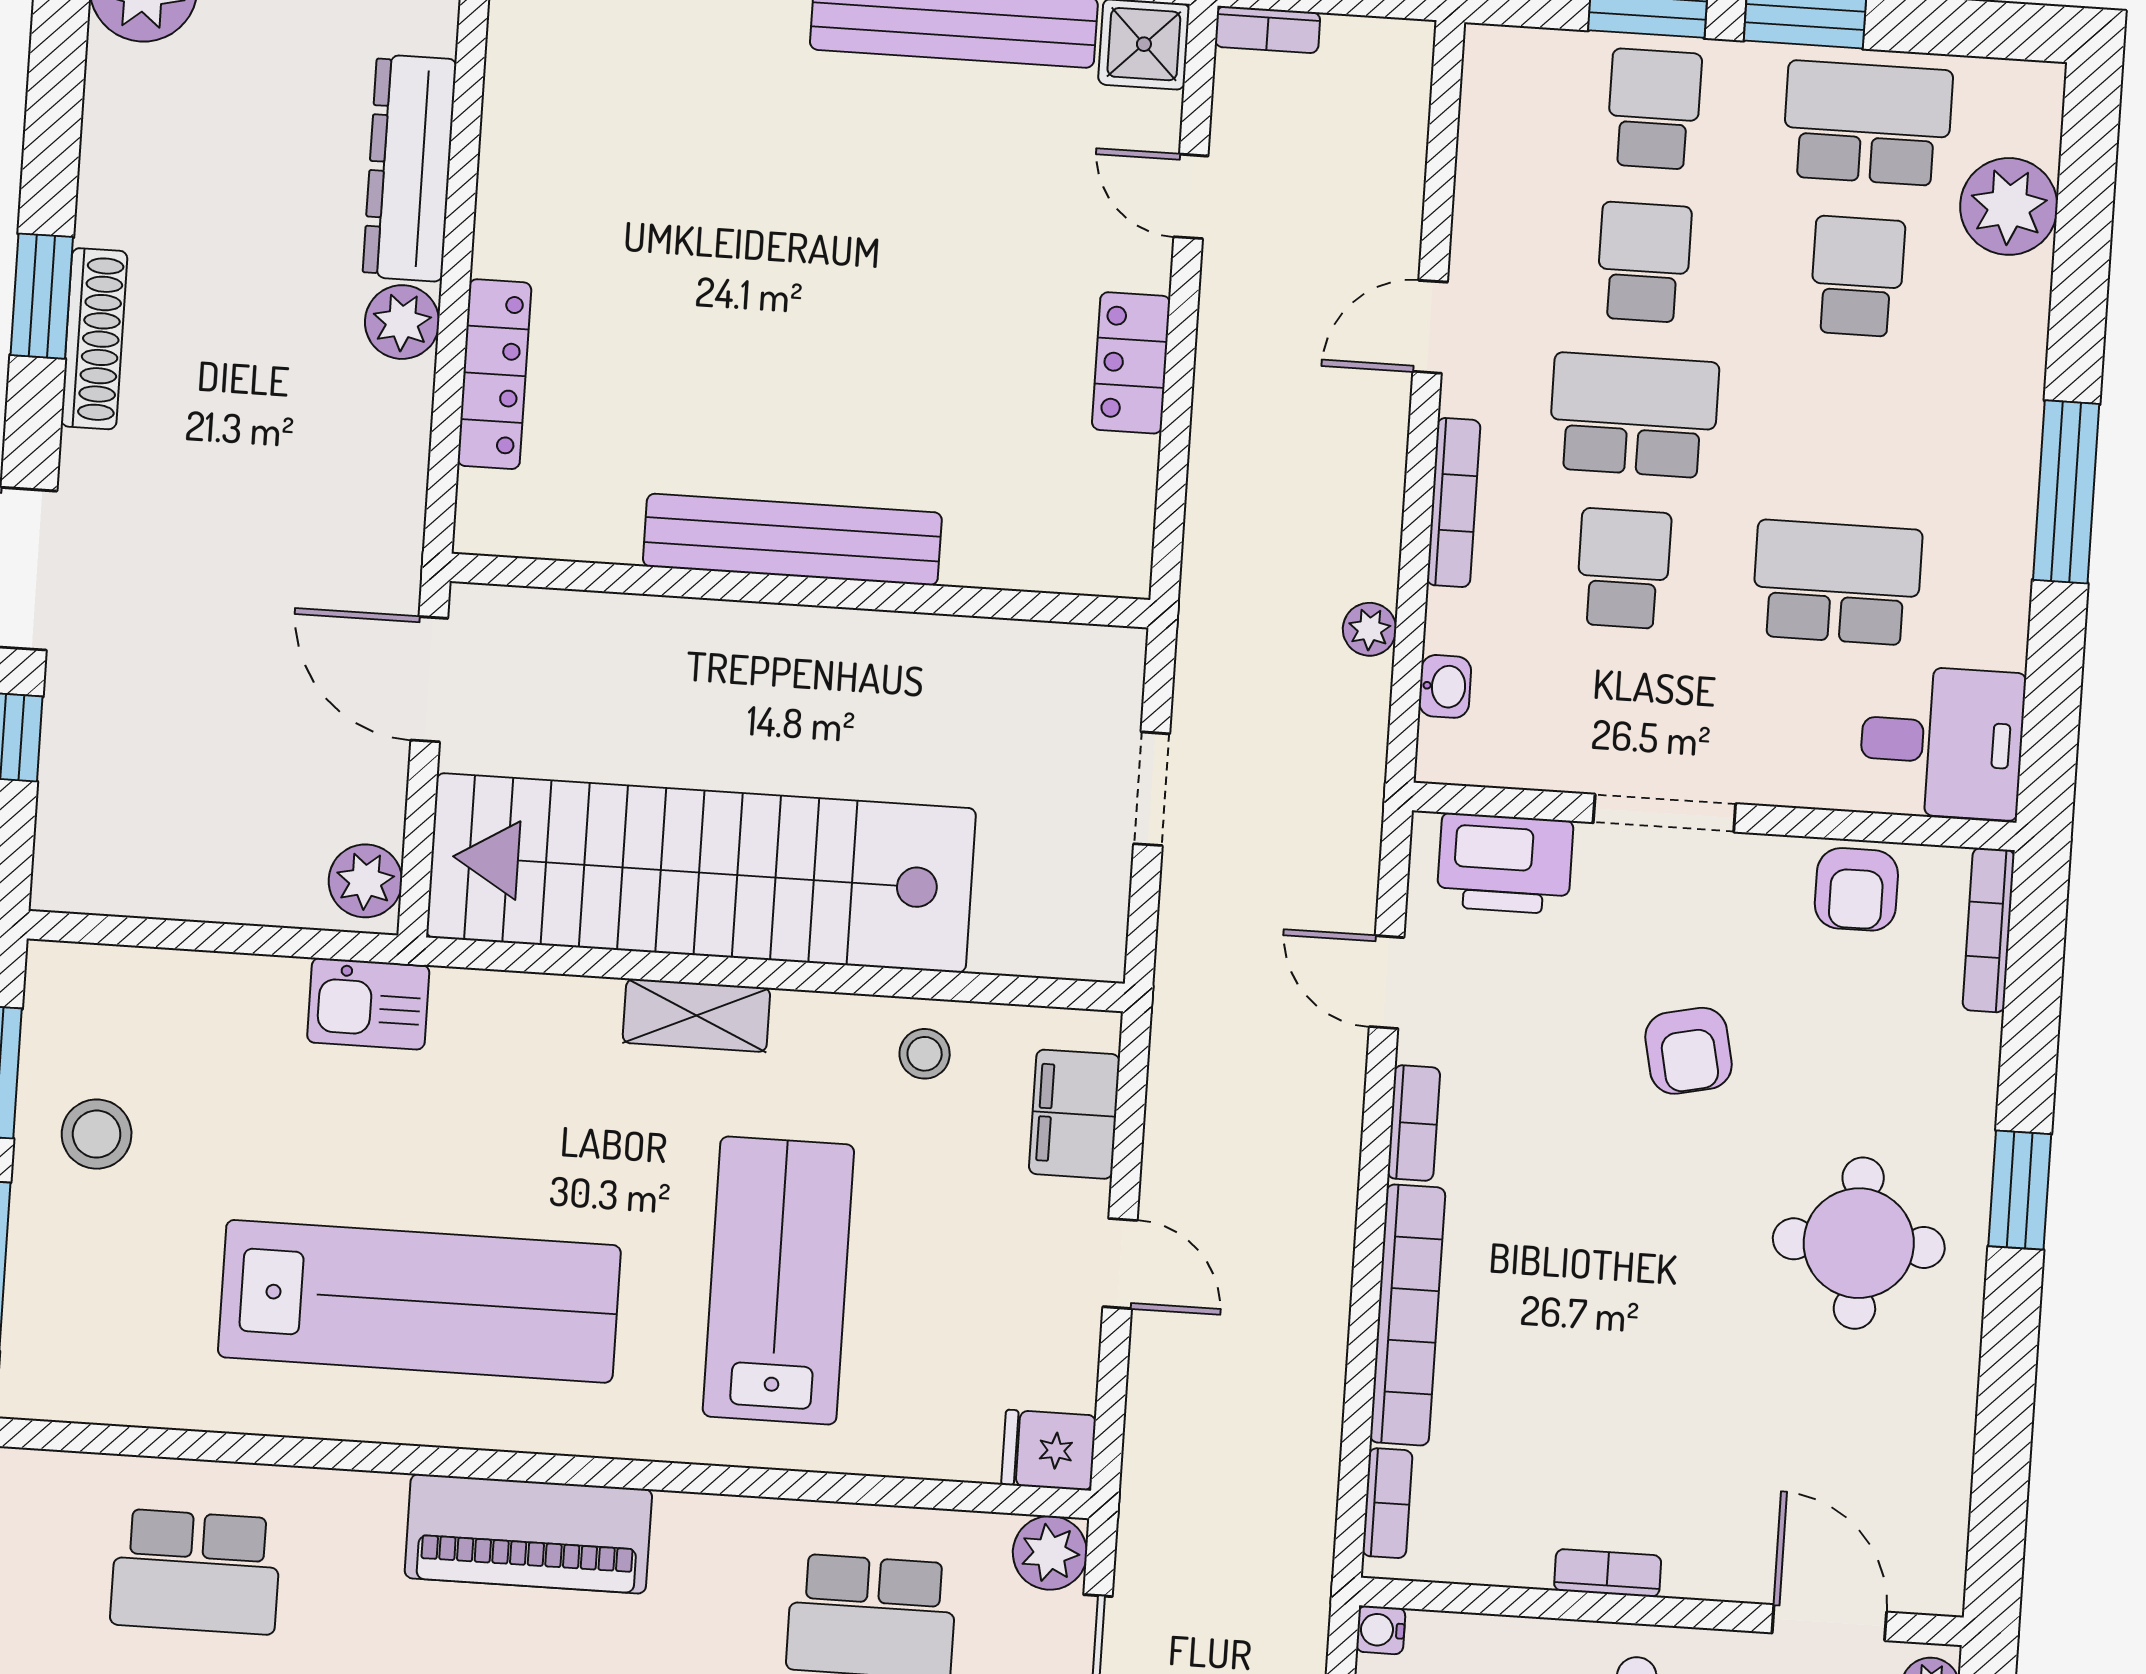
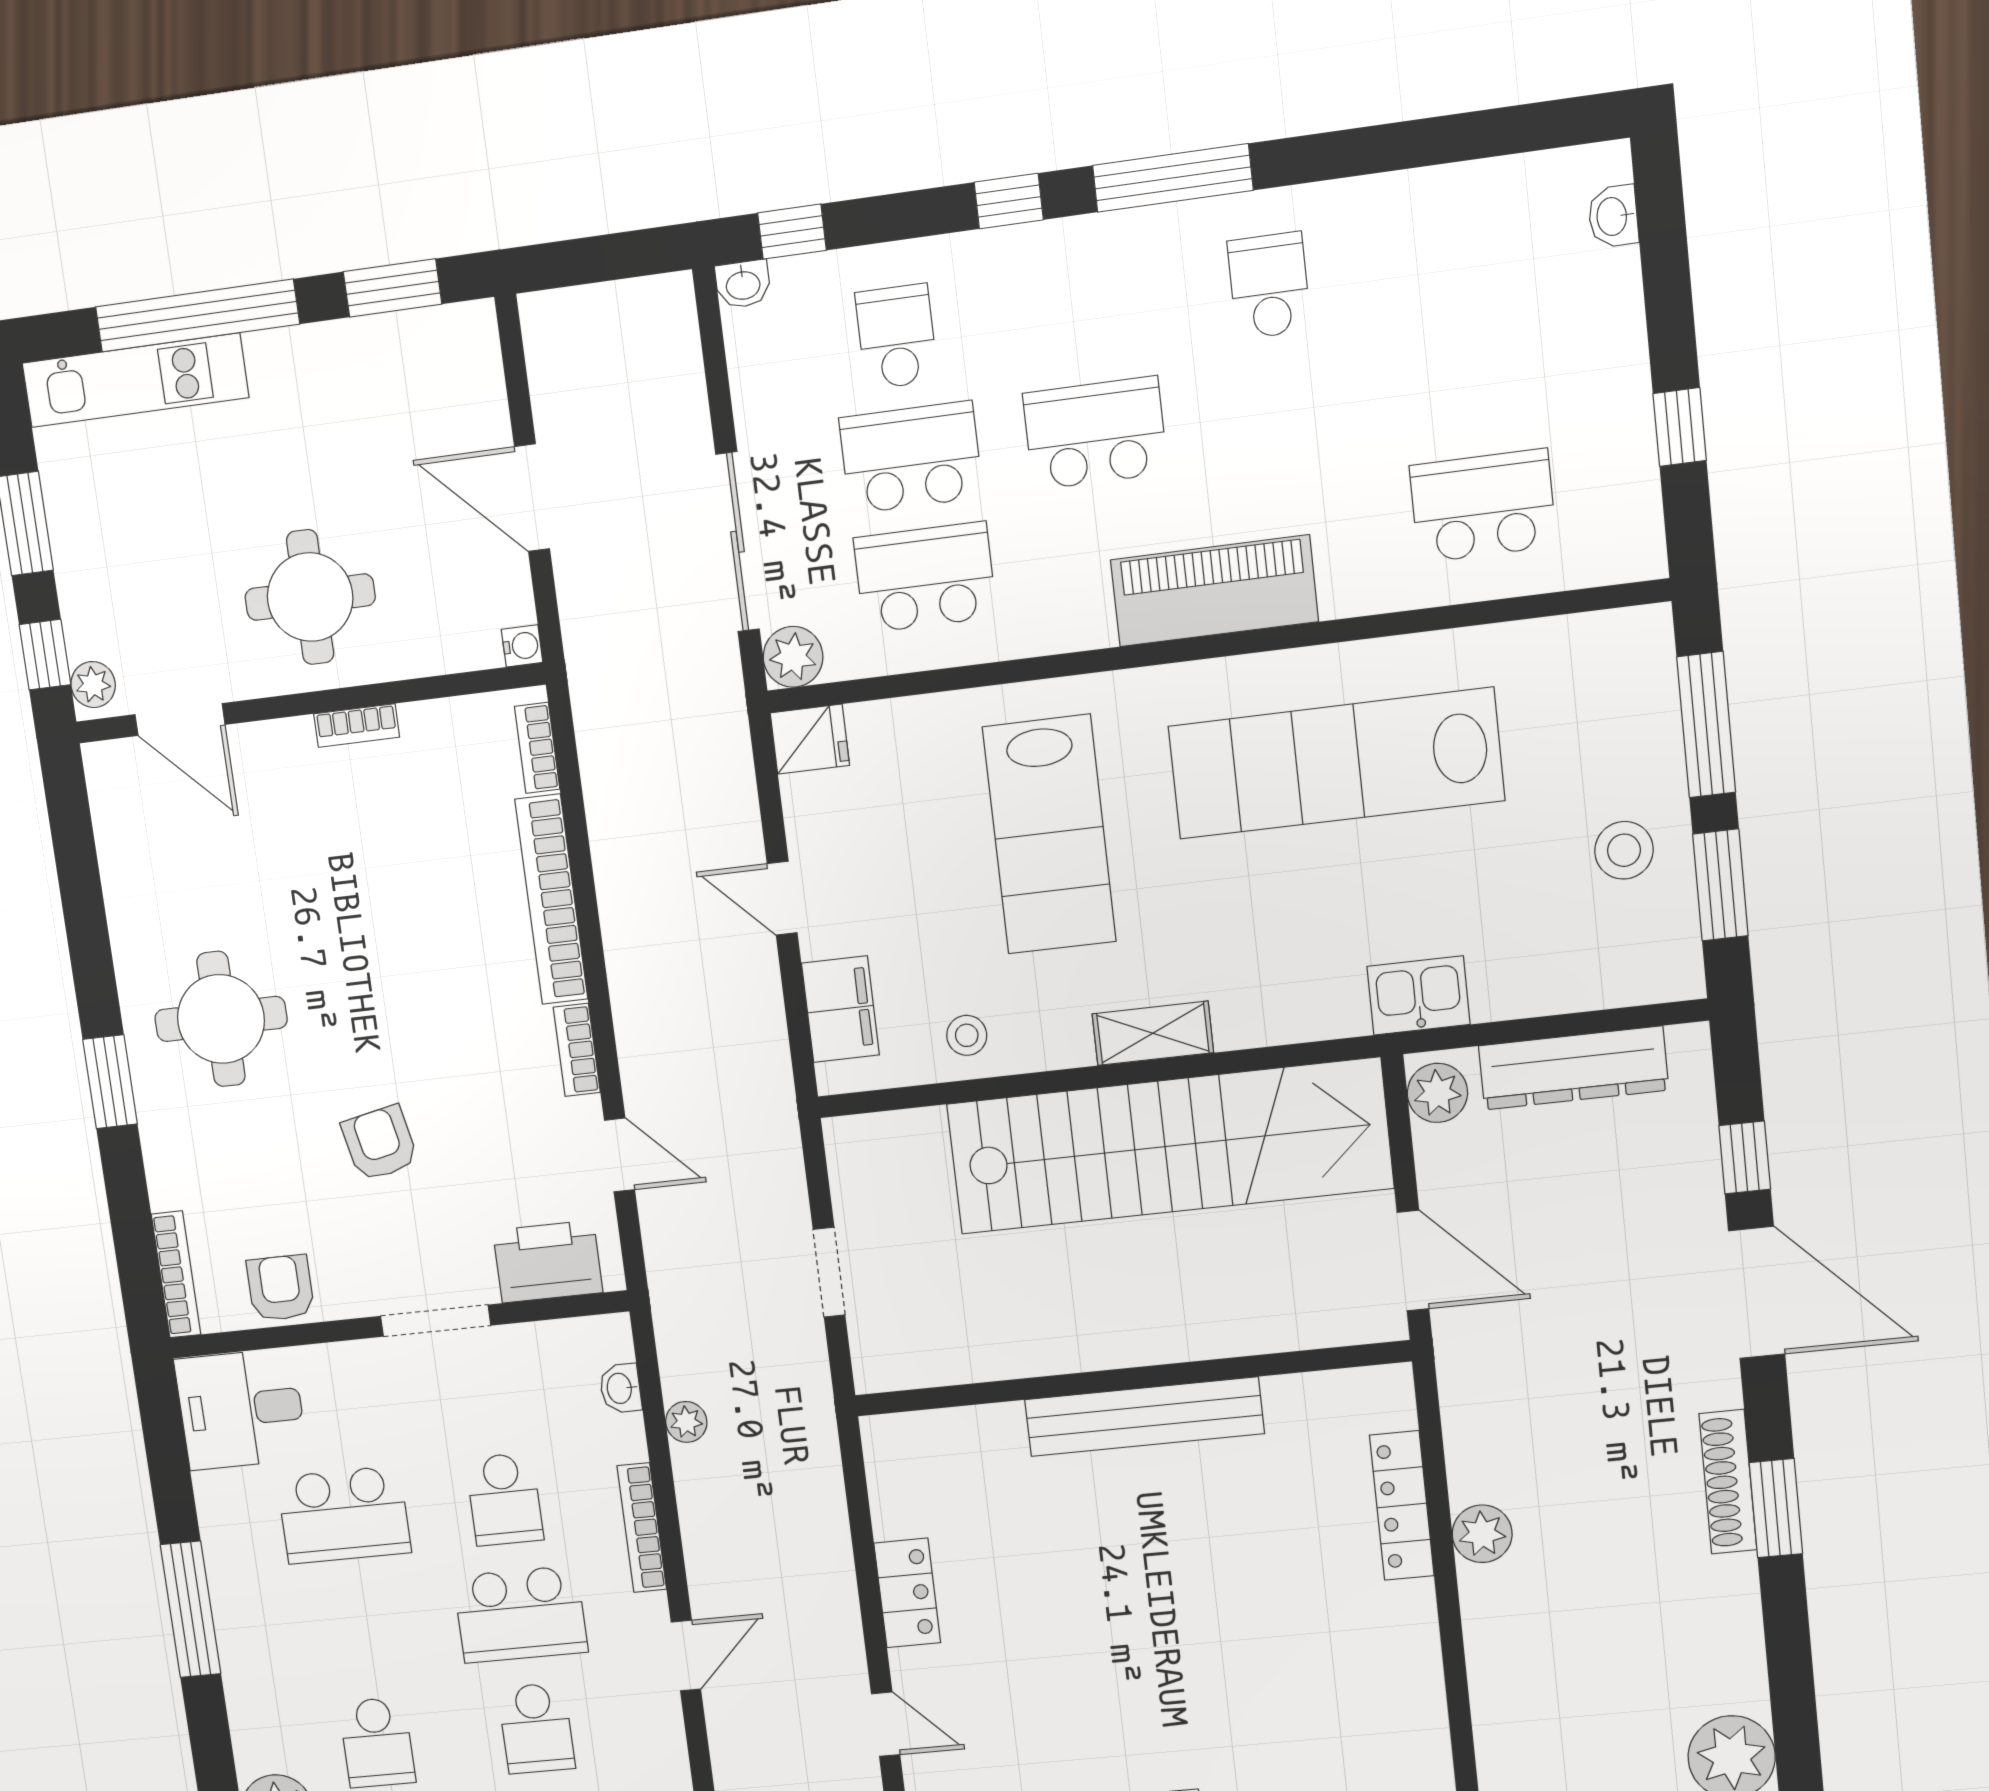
dresser: (410, 168) -> (1573, 1068), moved, turned 90

